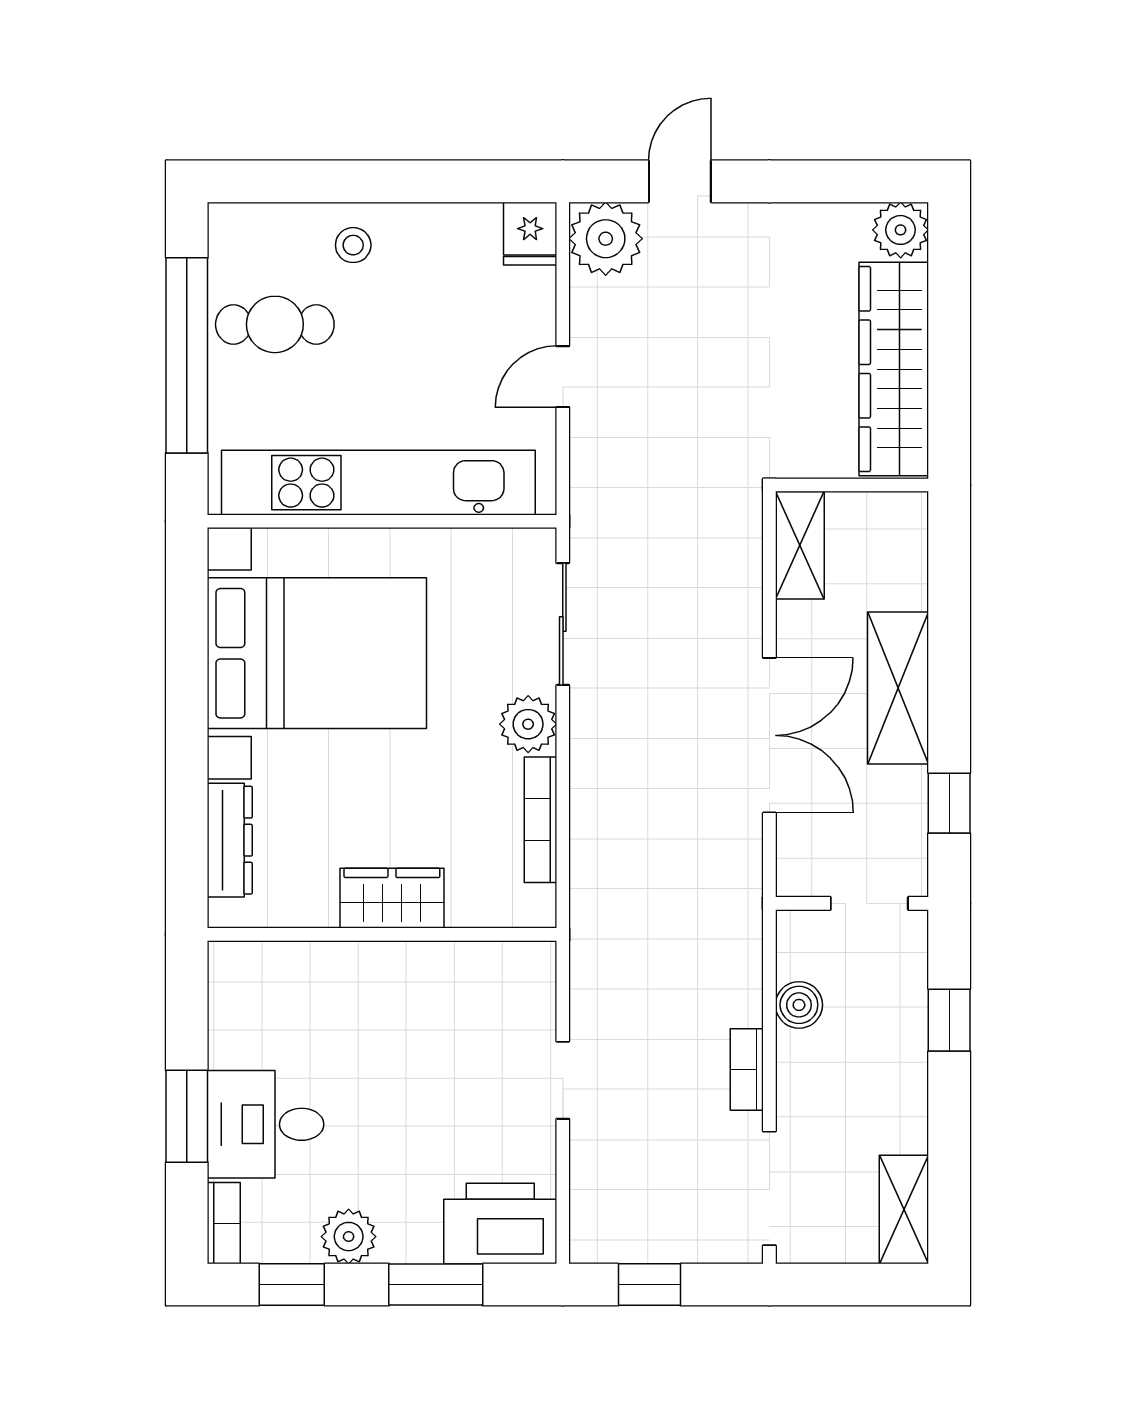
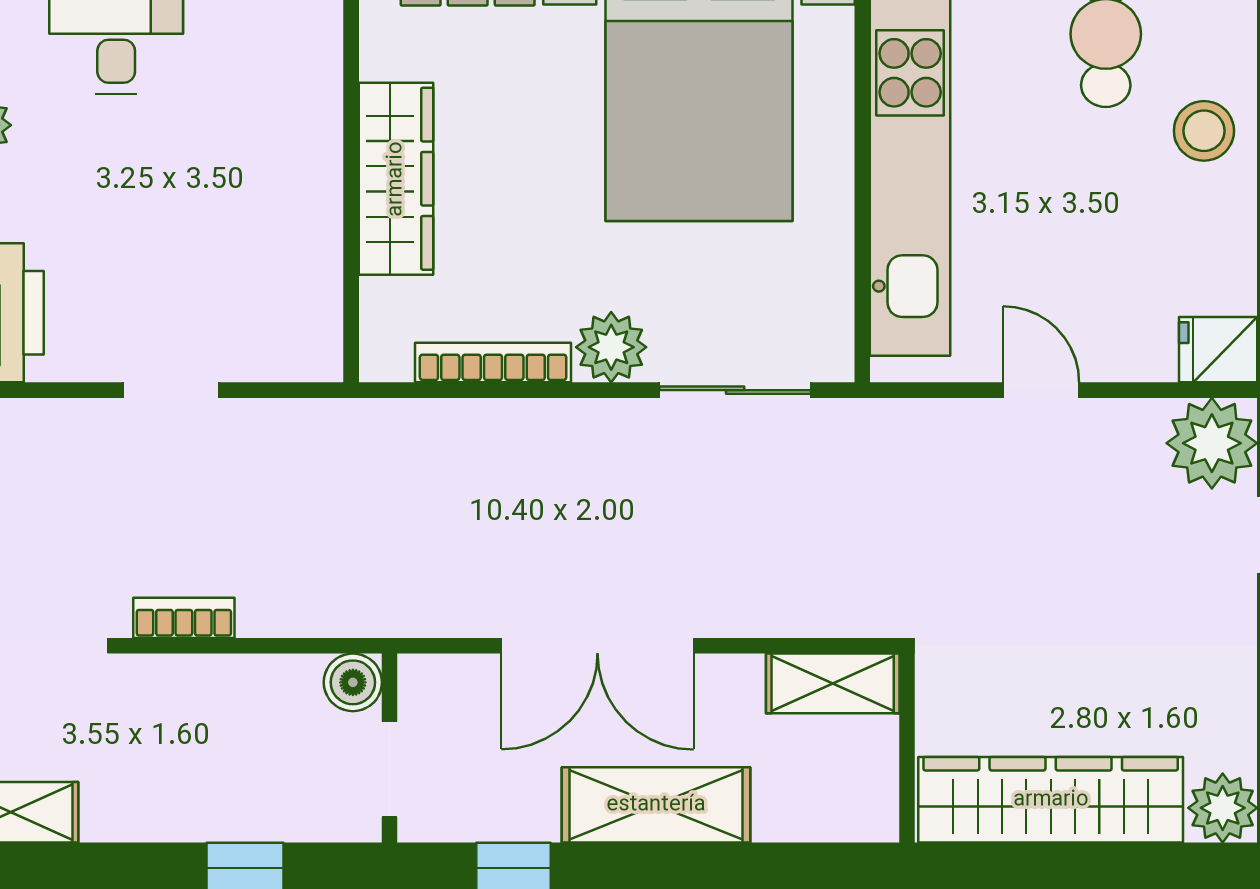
stool: (353, 245) -> (1204, 131), width x1.37, depth x1.37
wardrobe: (392, 898) -> (396, 179), width x1.50
boiler: (799, 1005) -> (353, 682), moved

